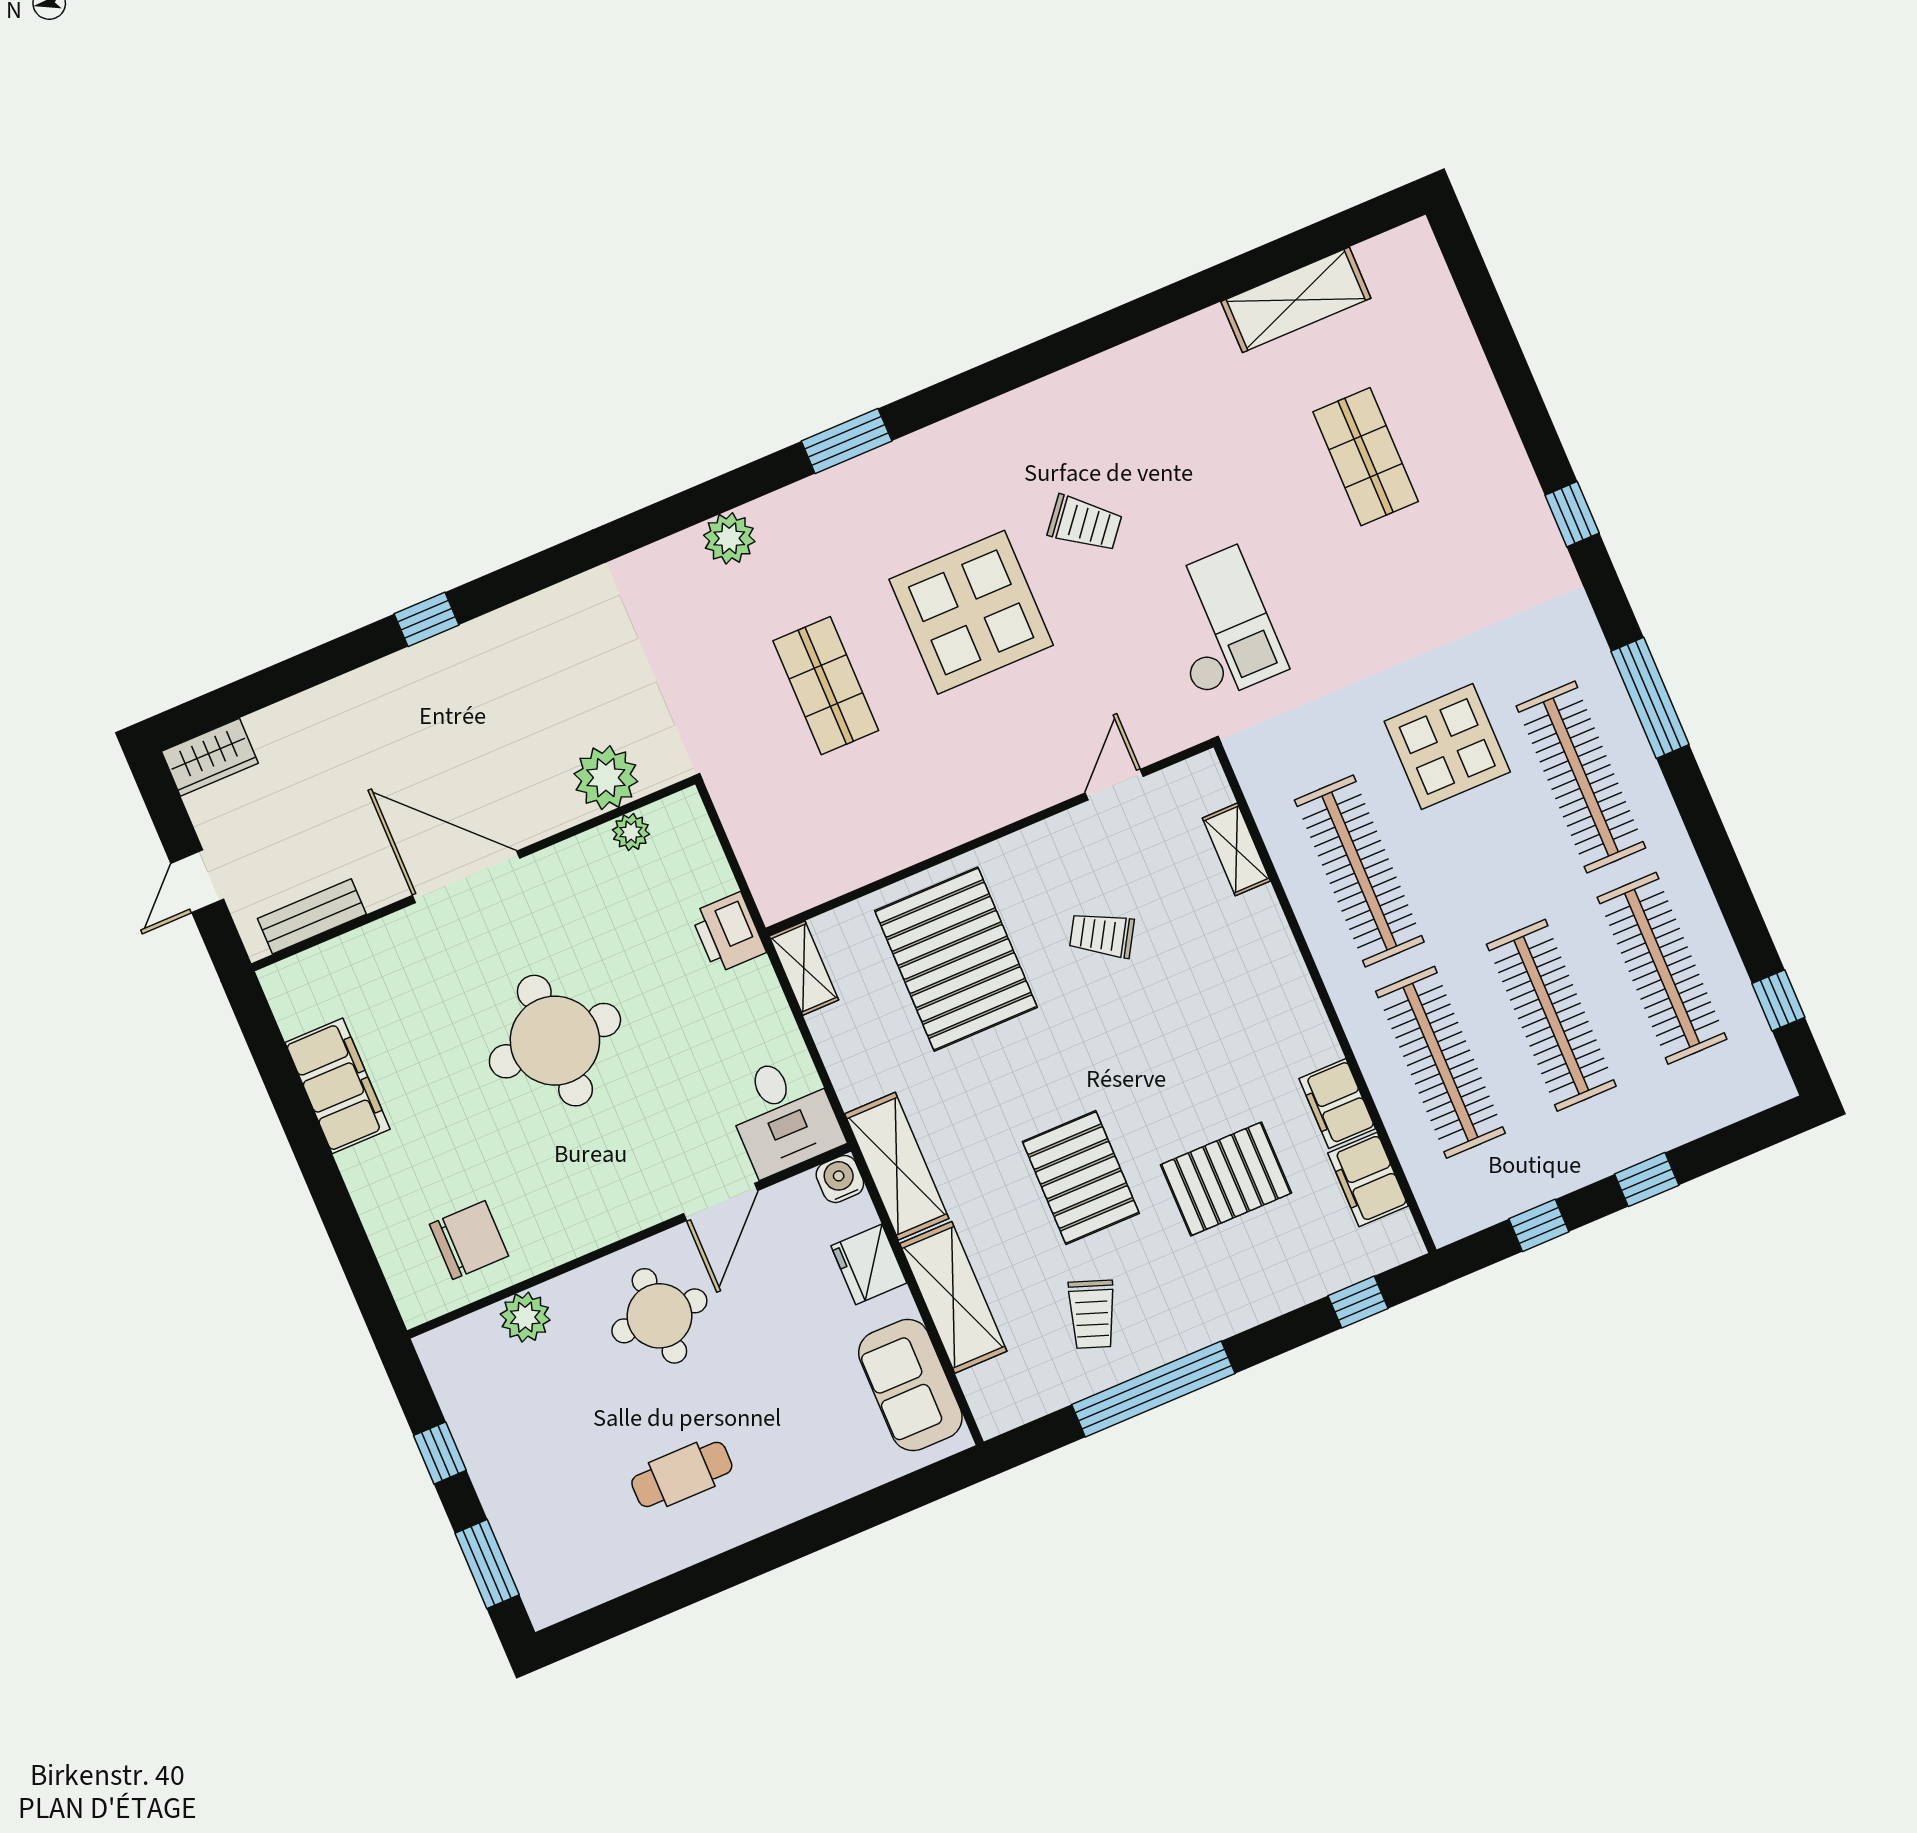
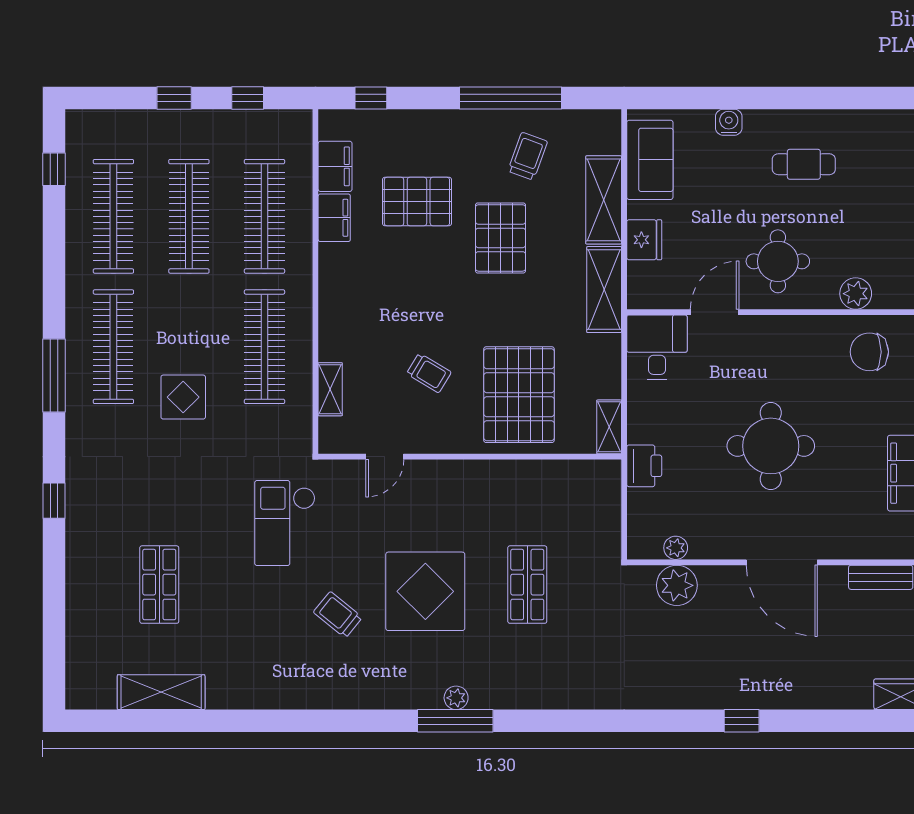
window: (847, 441) -> (455, 721), width x1.44
plant: (729, 538) -> (456, 698), moved, width x0.73, depth x0.73
display table: (1447, 747) -> (183, 397), width x0.73, depth x0.73
water cooler: (840, 1179) -> (729, 122), moved, turned 180

